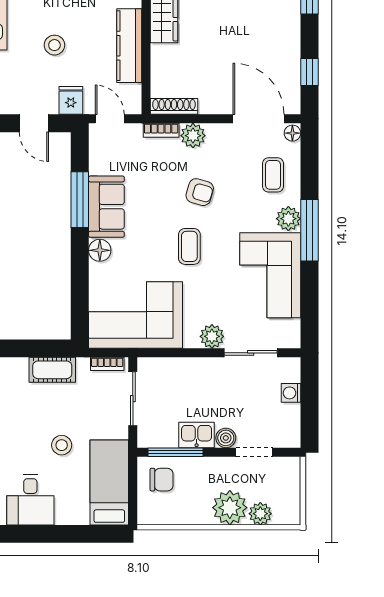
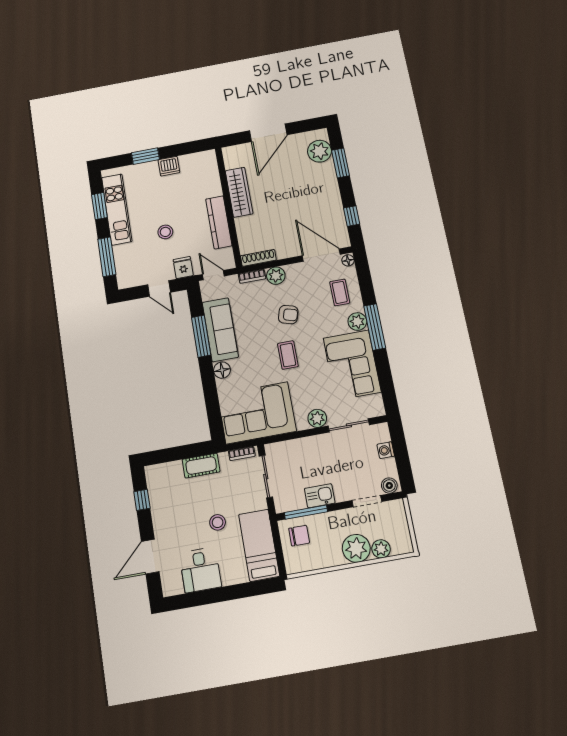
sofa: (106, 207) -> (220, 330), width x1.36
boiler: (226, 438) -> (389, 486), moved

